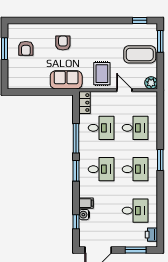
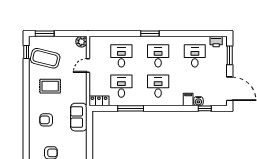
coffee table: (140, 54) -> (45, 58), moved, turned -76
rug: (102, 74) -> (50, 86), moved
window: (76, 171) -> (159, 108), removed

